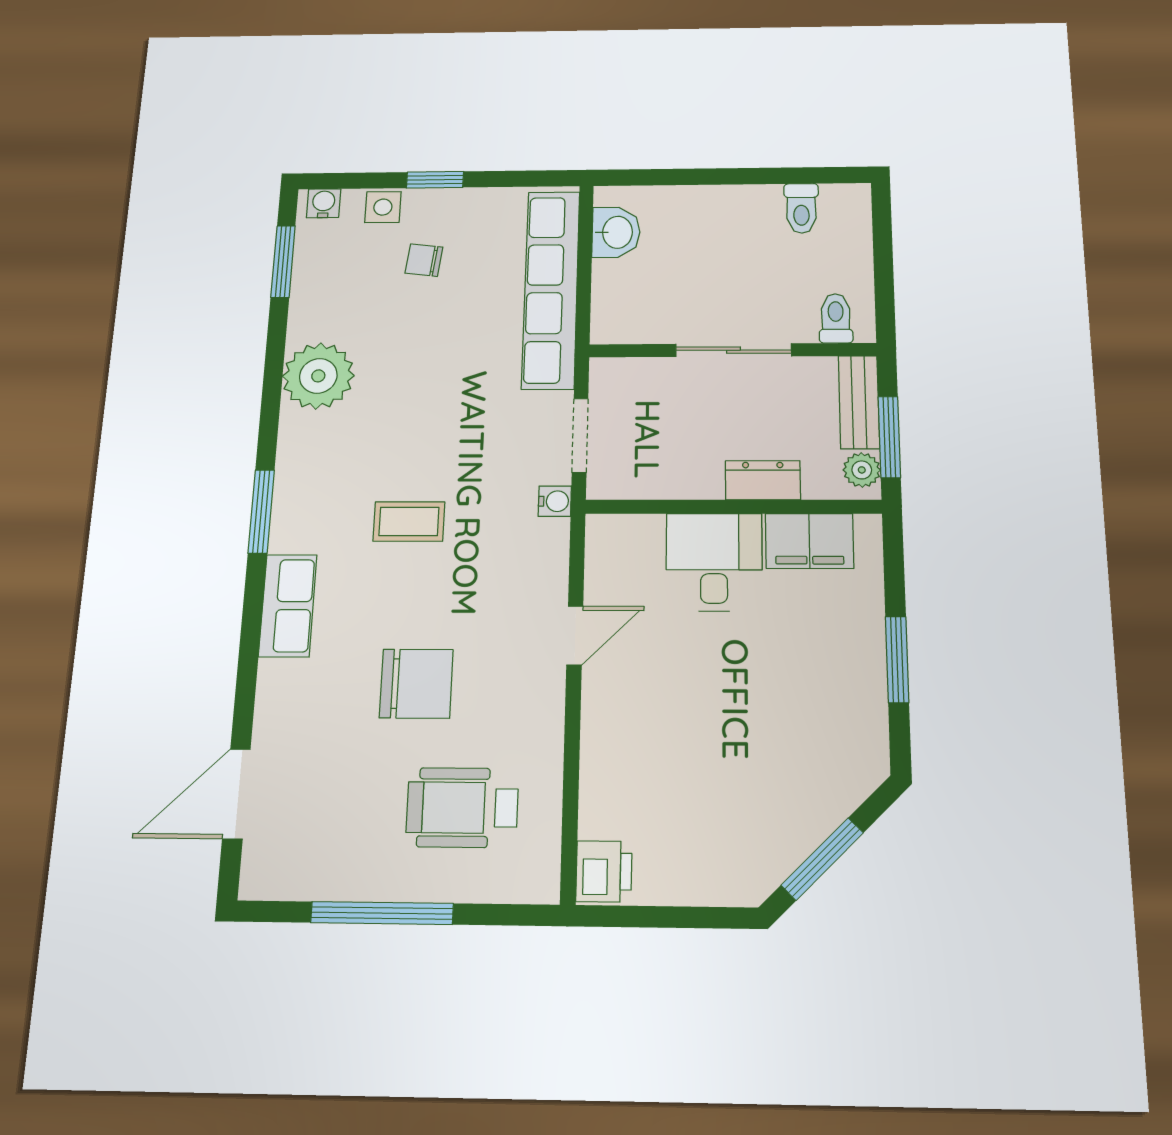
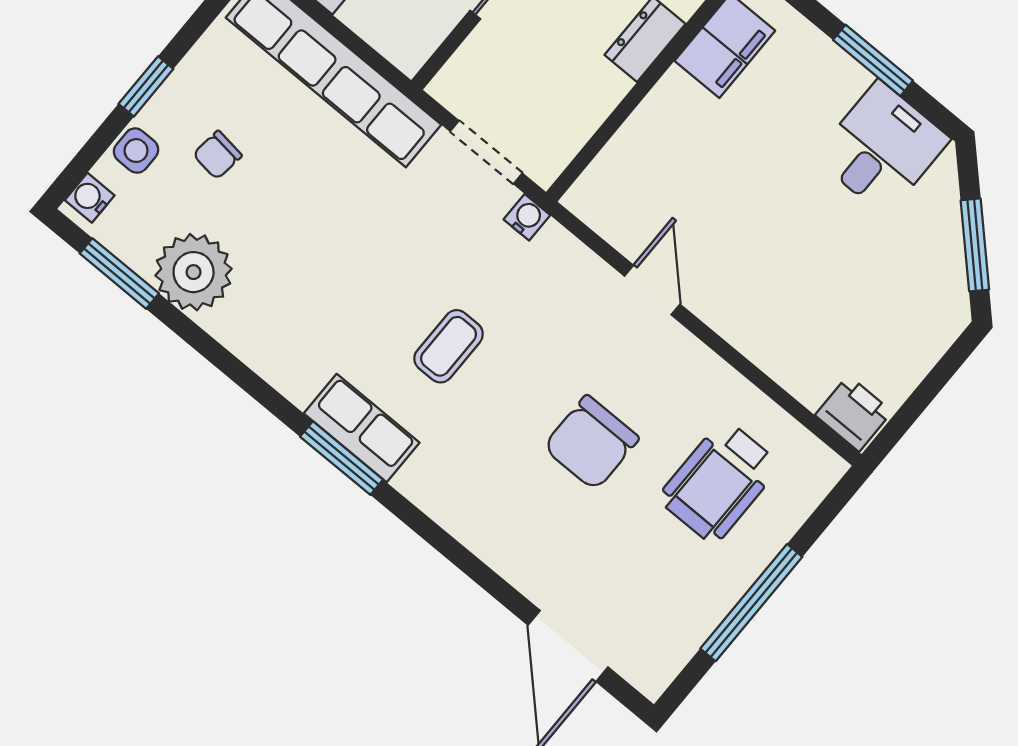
plant: (318, 376) -> (194, 272), moved
desk: (714, 562) -> (882, 148), moved, turned 90
row of seats: (288, 606) -> (362, 428), moved
chair: (416, 684) -> (591, 443), turned 180

